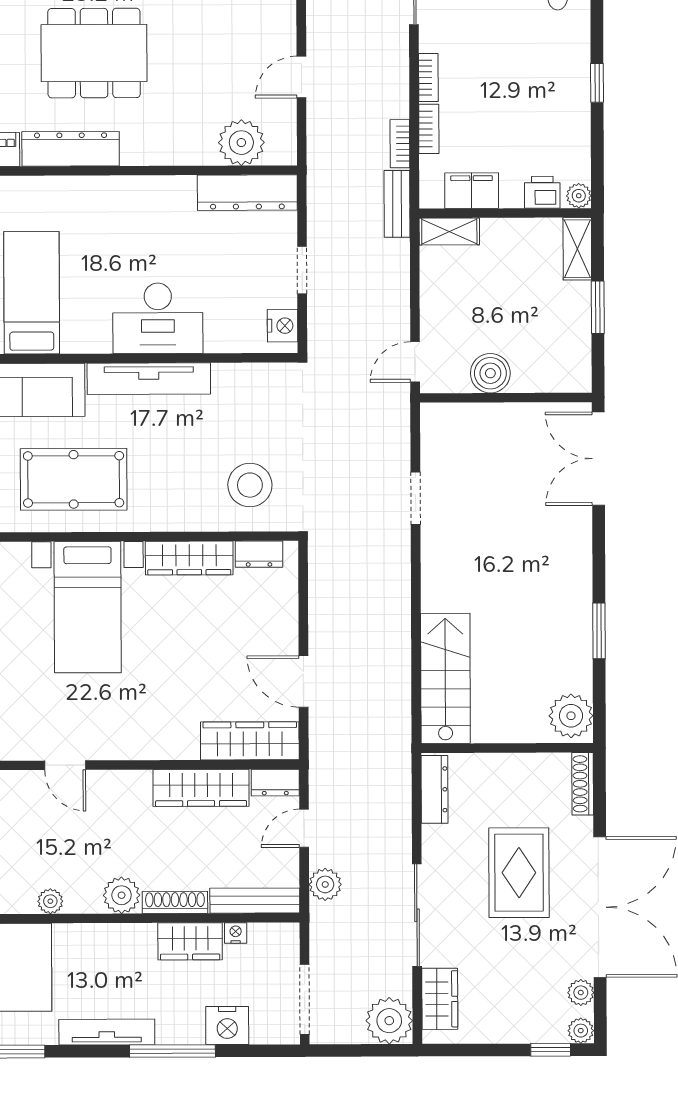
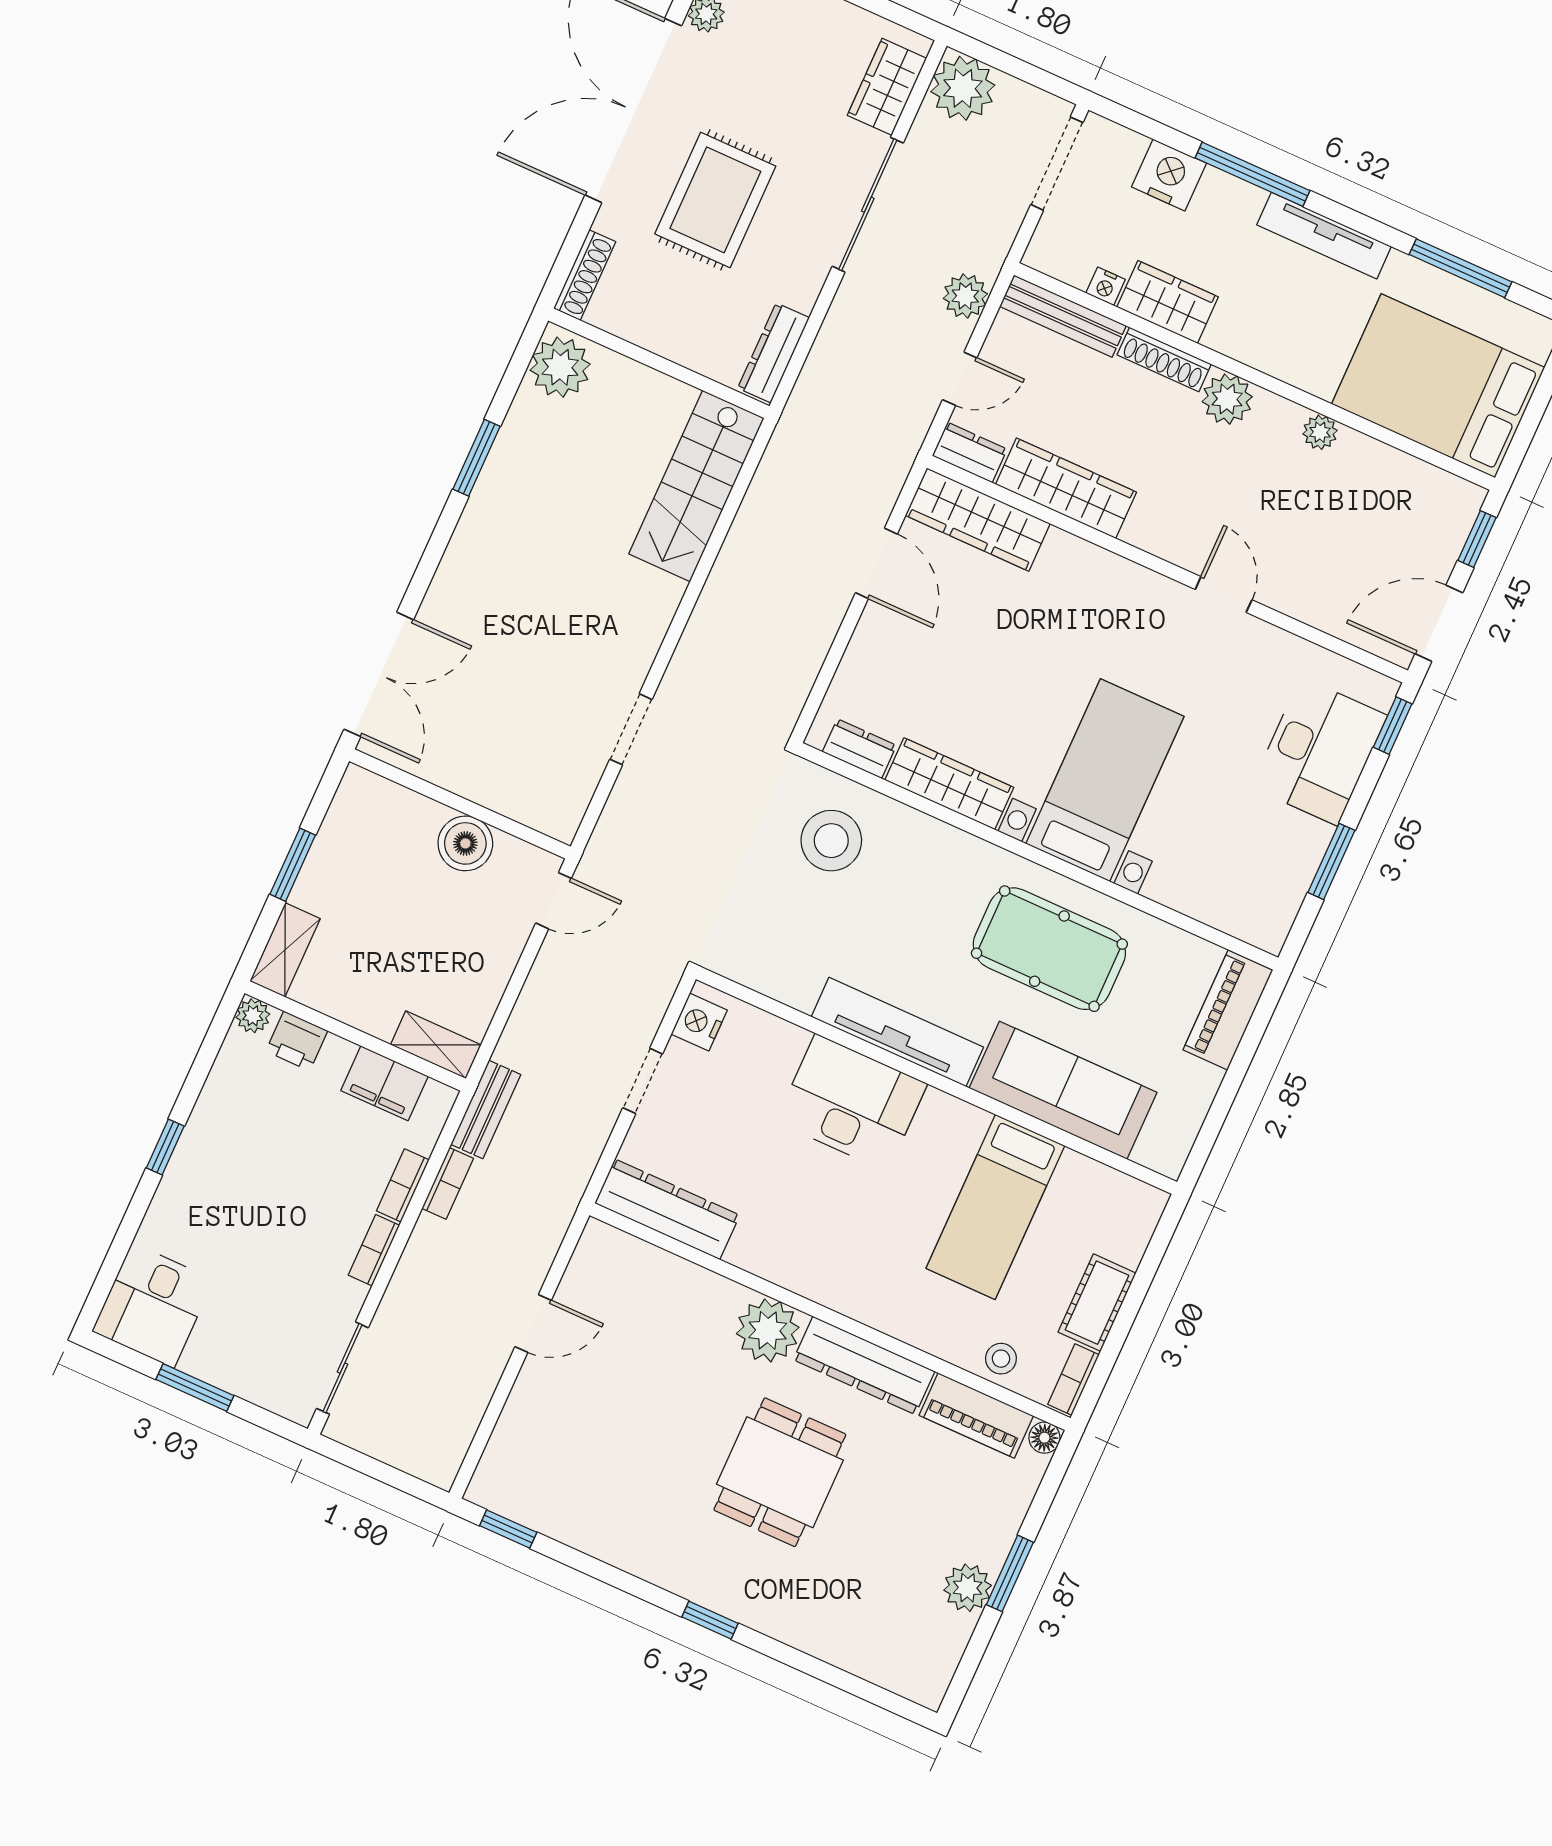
dining table: (94, 53) -> (780, 1472), width x0.73
plant: (241, 143) -> (768, 1330), moved

